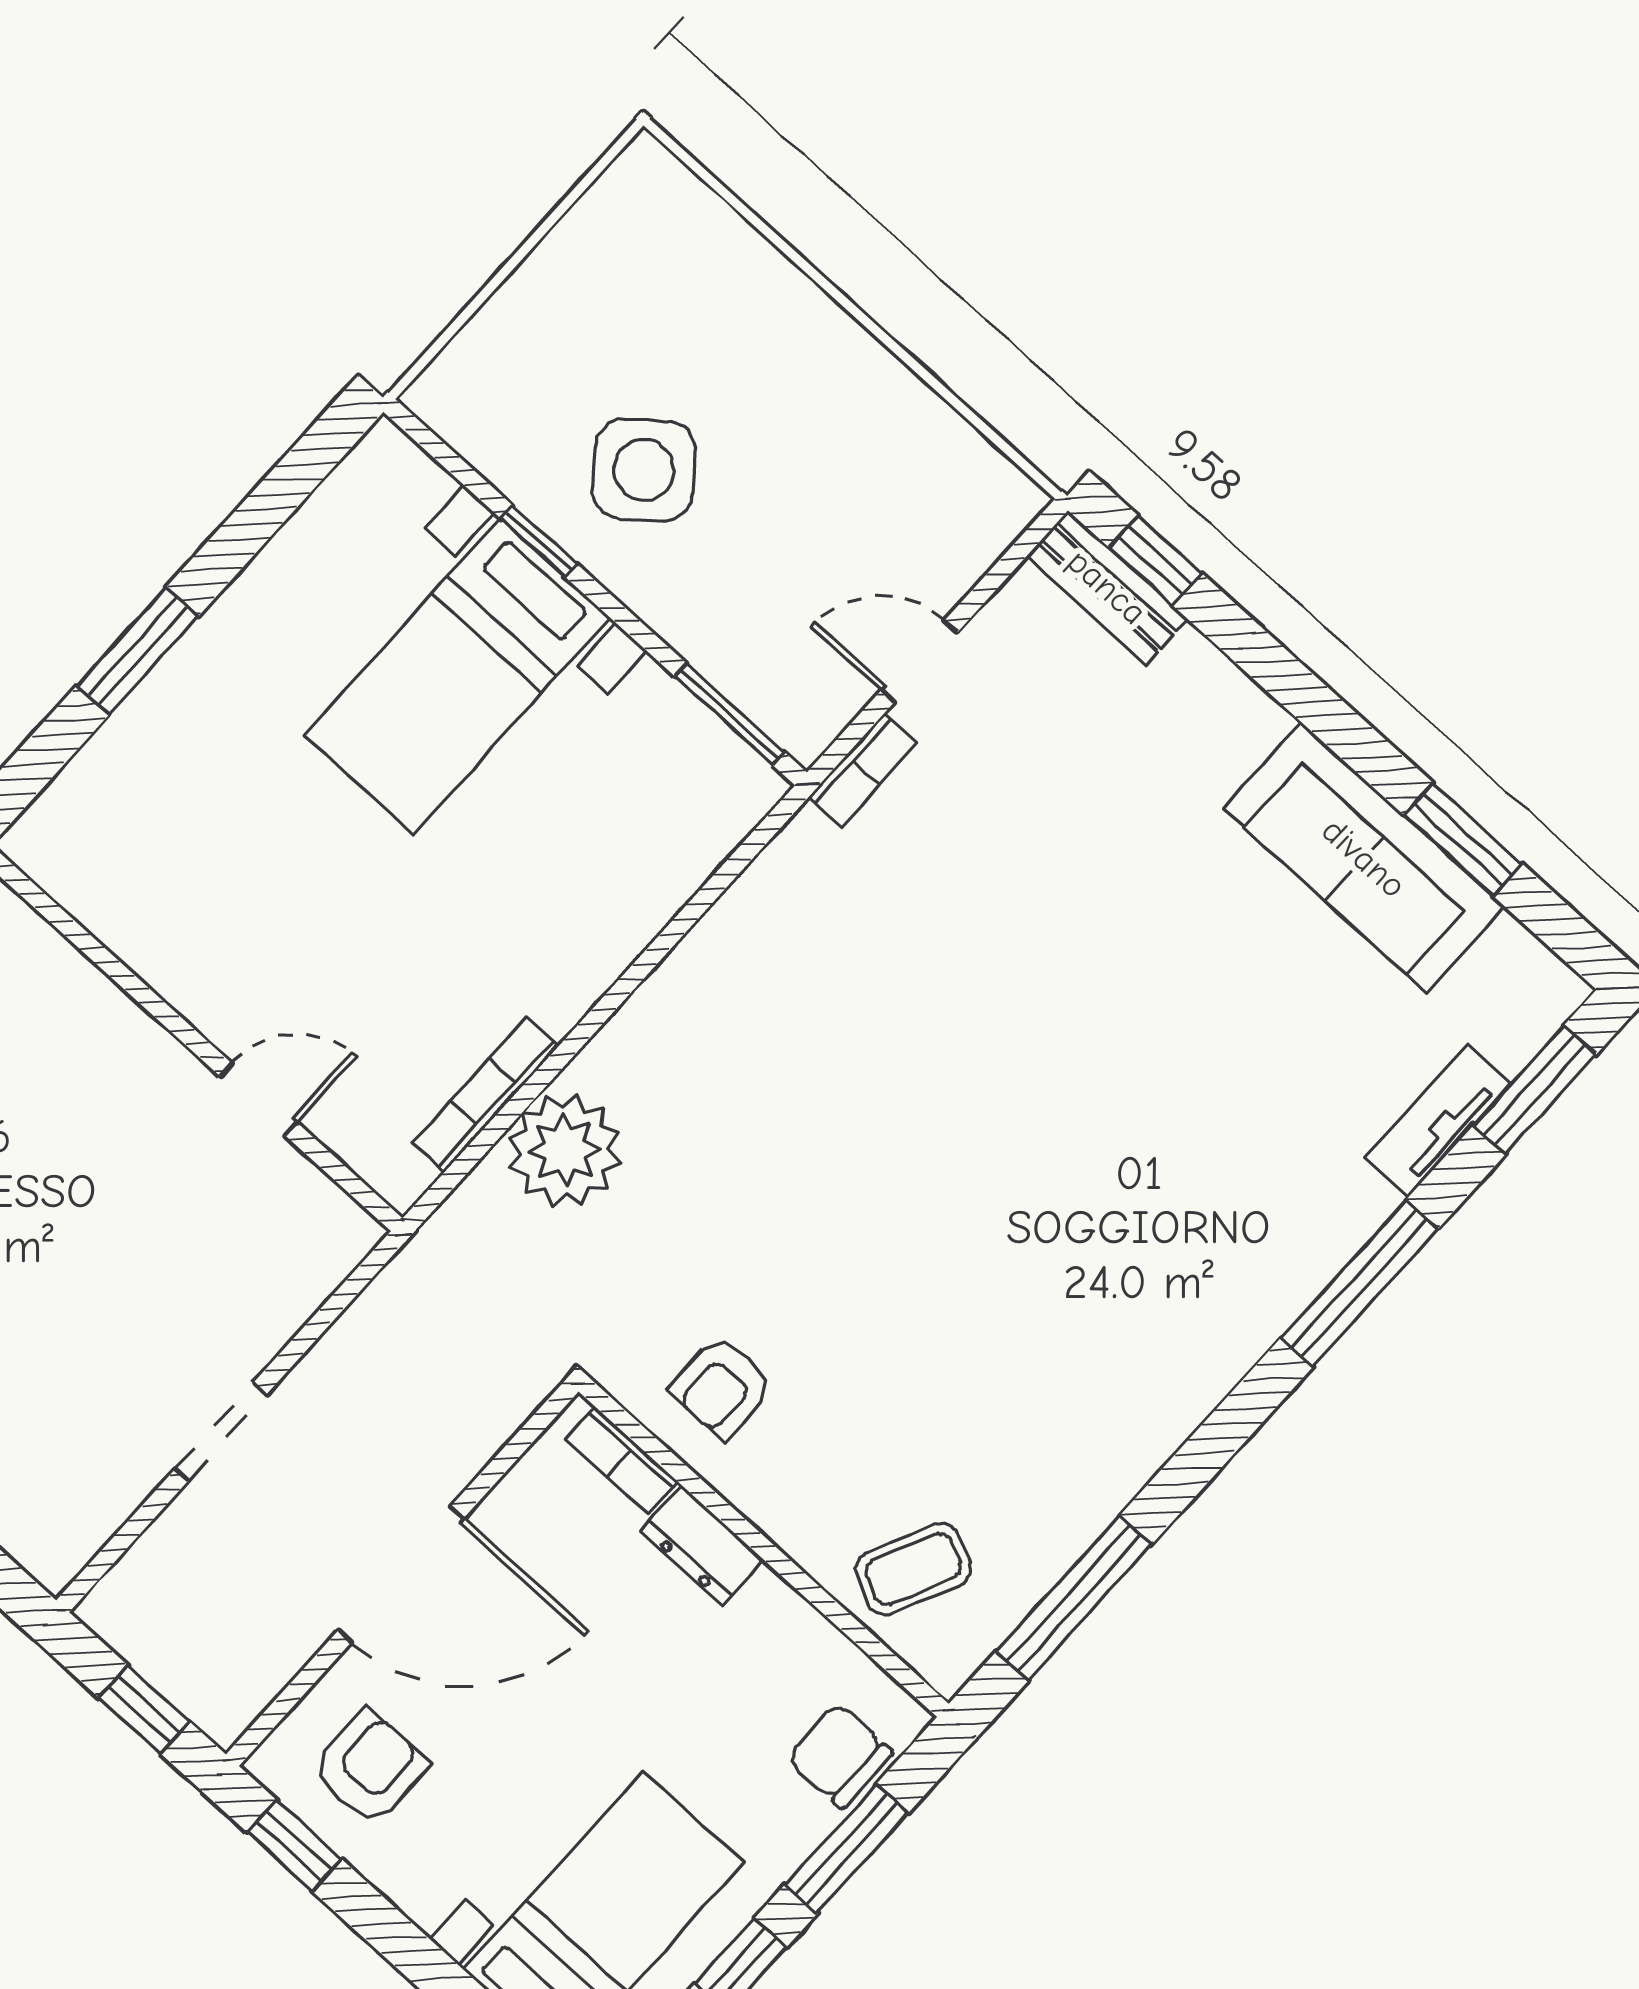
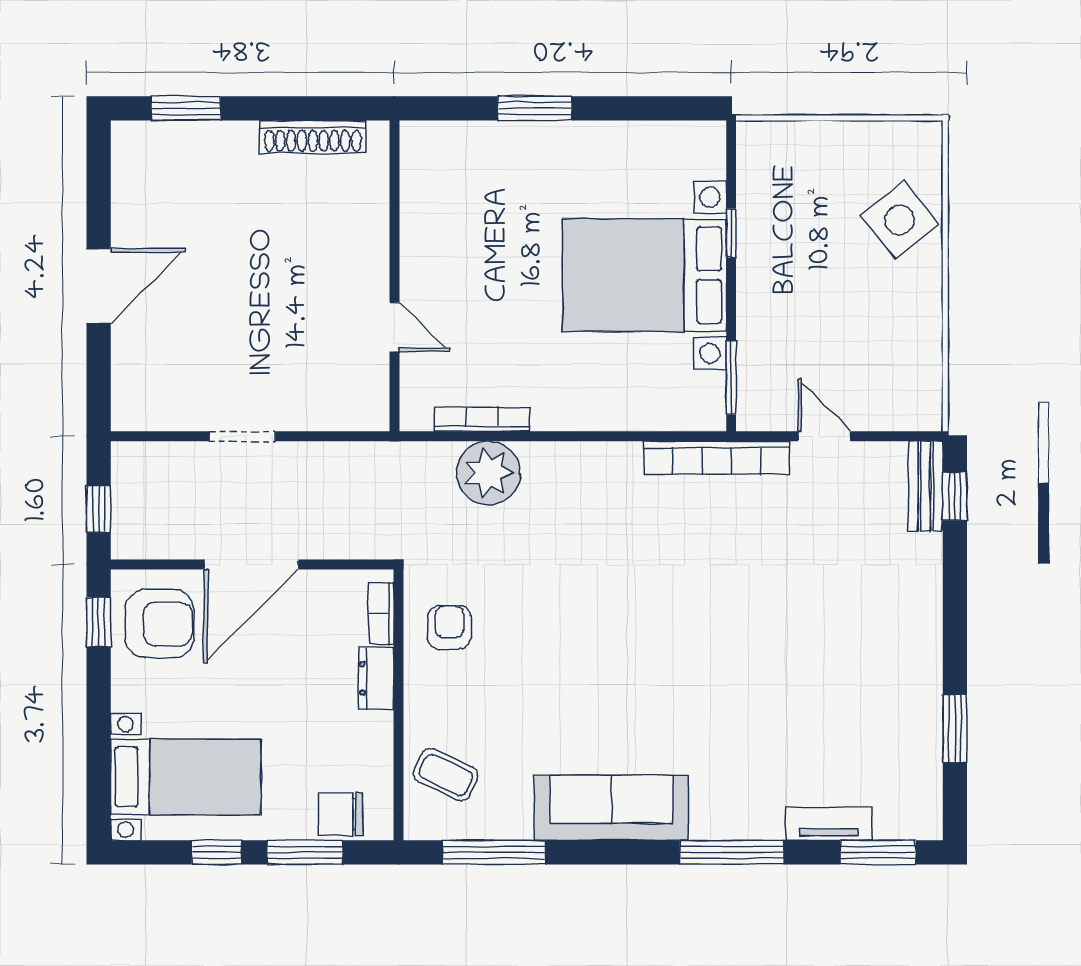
side table: (644, 470) -> (900, 220), moved
bed with nightstands: (457, 676) -> (644, 275), width x1.36
bookcase: (863, 770) -> (717, 458), width x2.31, depth x1.31
sofa: (1364, 858) -> (611, 808), moved, turned 90
armchair: (722, 1387) -> (449, 627), turned 90
door: (401, 1574) -> (251, 565), hinge flipped
chair: (840, 1756) -> (341, 814), turned -90
armchair: (370, 1767) -> (159, 624), width x1.38, depth x1.38

